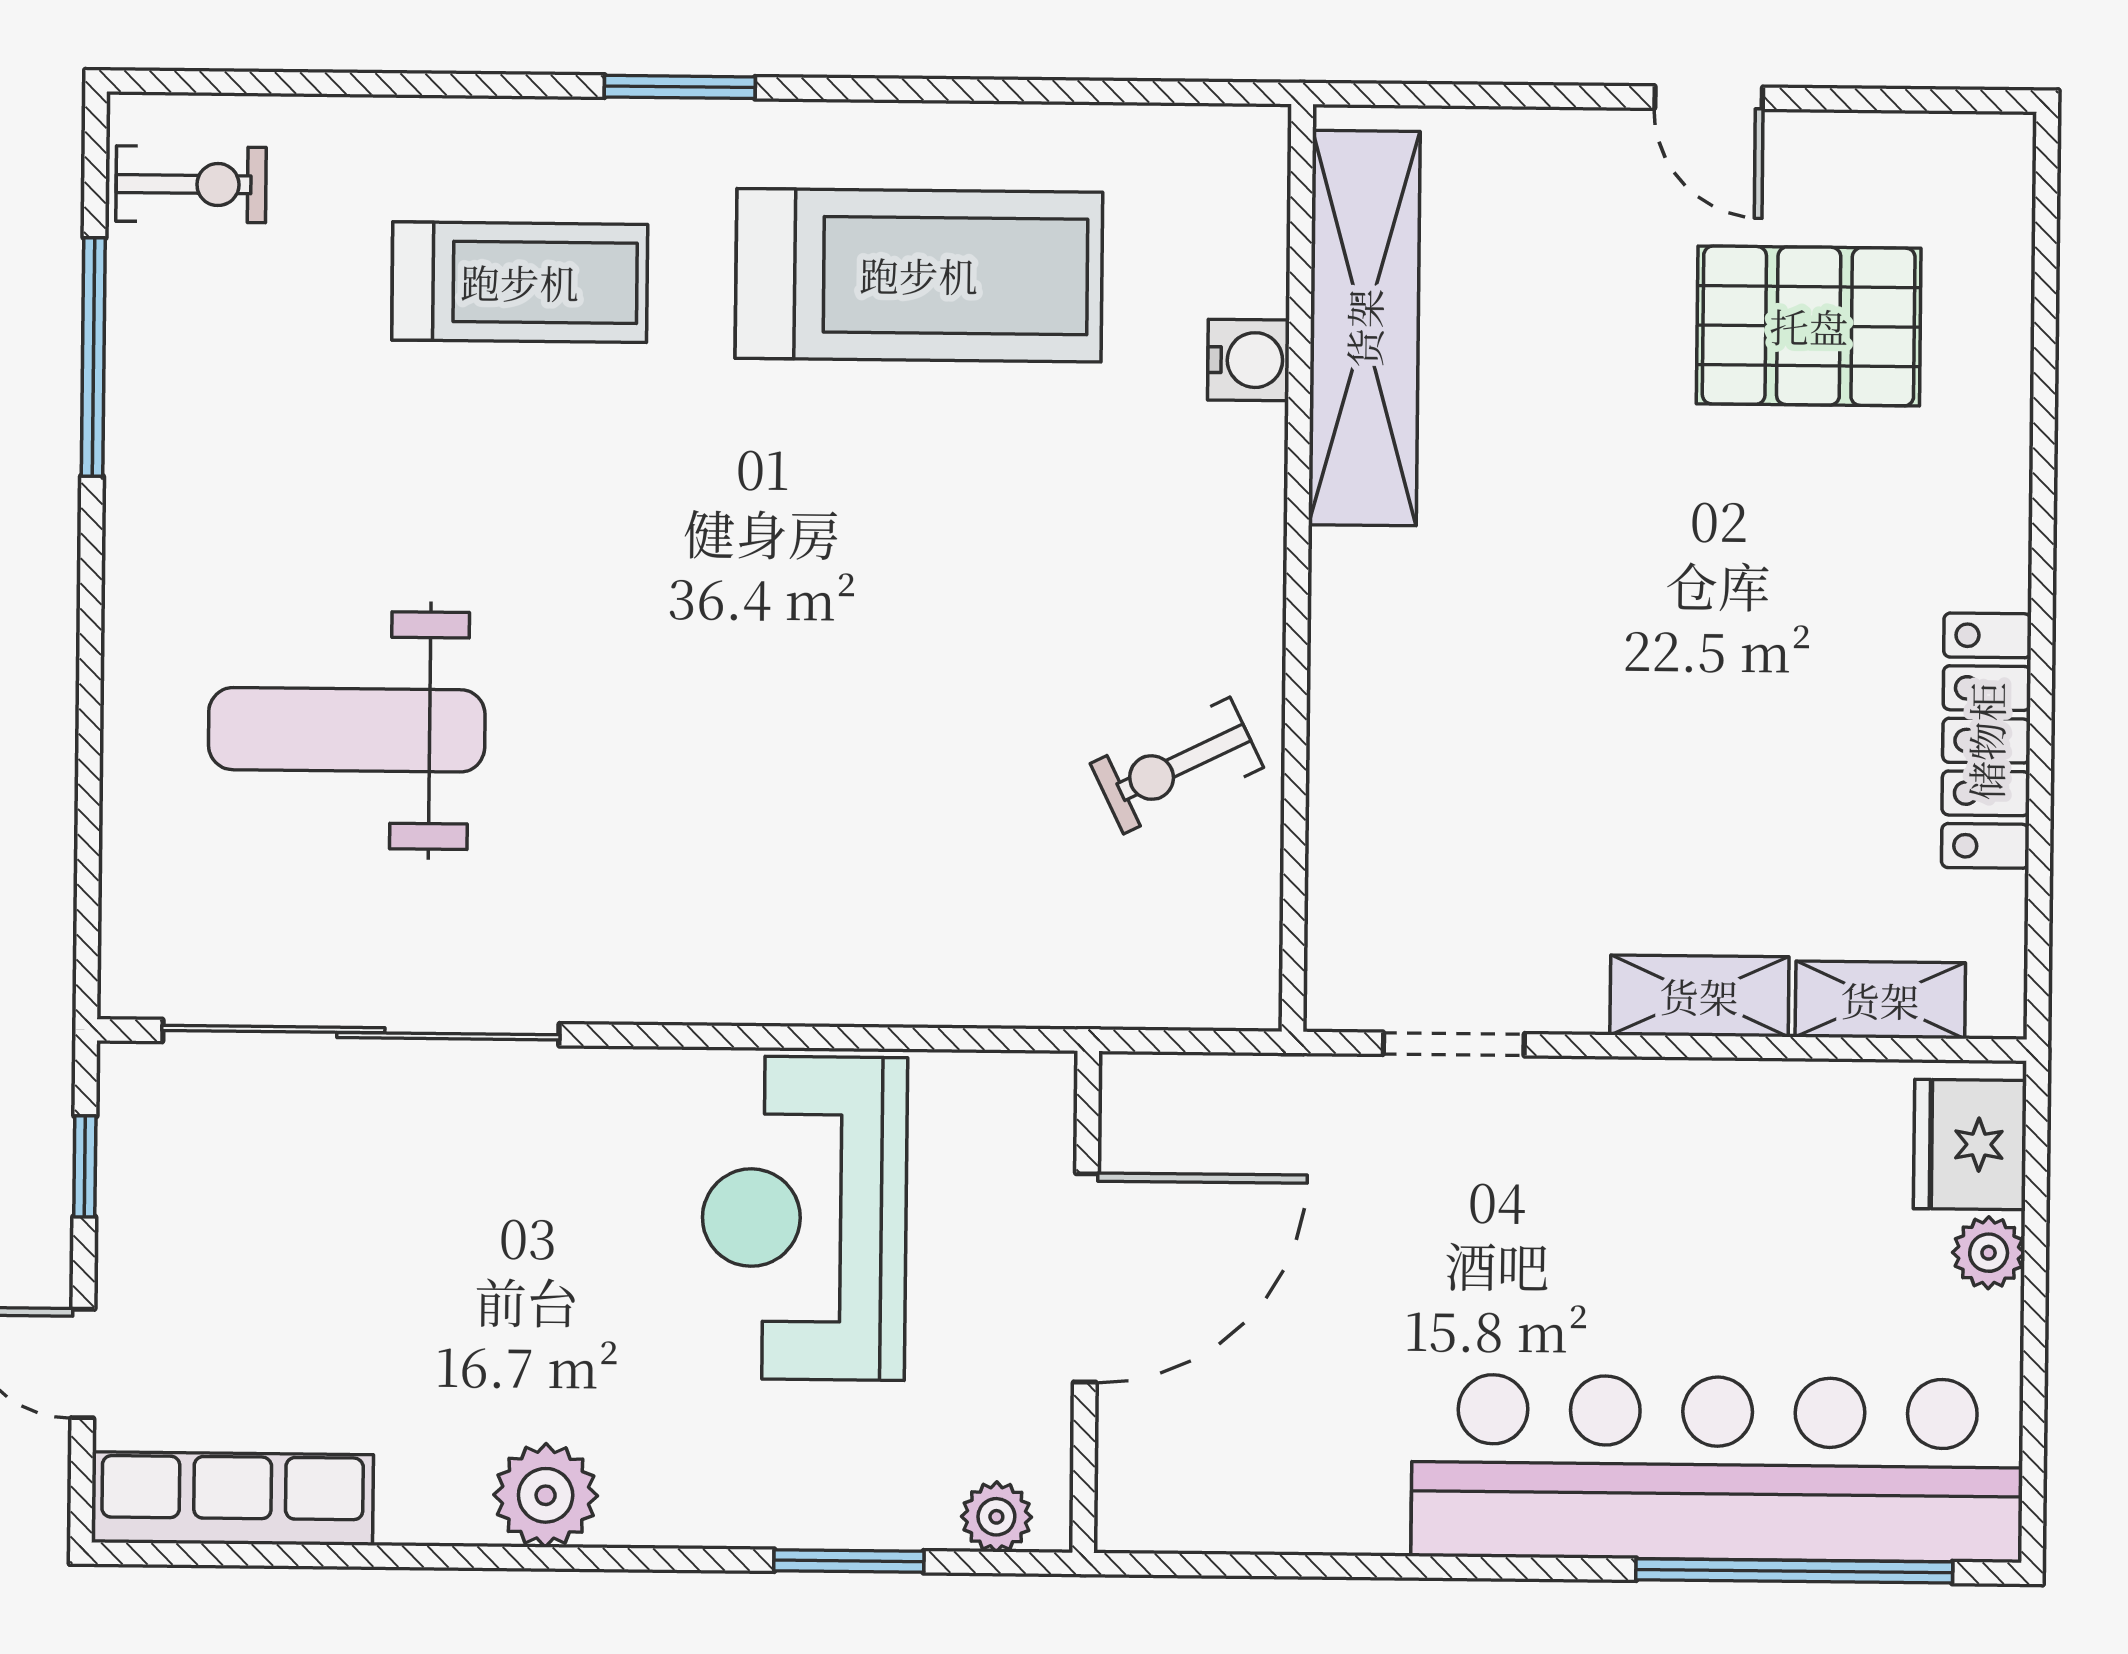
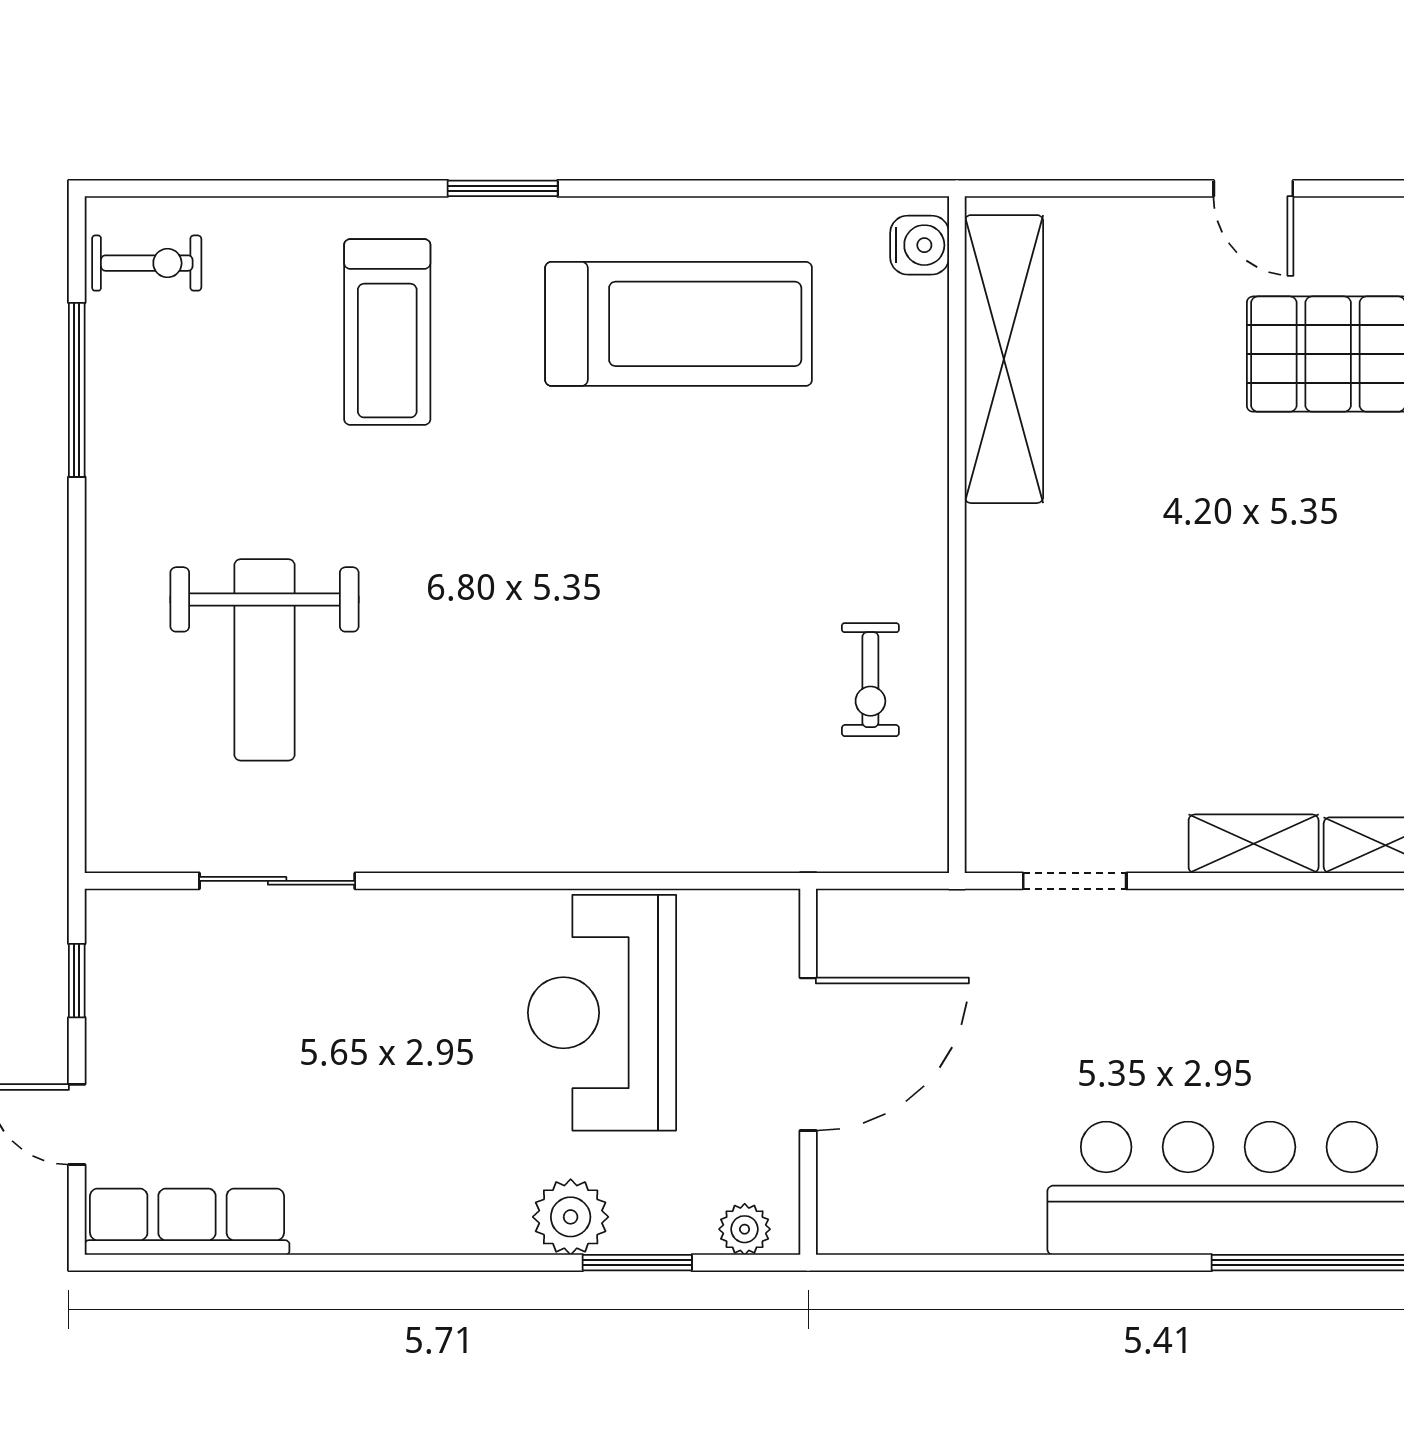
treadmill: (520, 282) -> (387, 332), turned 90
water cooler: (1248, 360) -> (920, 245), moved
weight bench: (347, 730) -> (264, 660), turned -90
exercise bike: (1177, 766) -> (870, 680), turned -64
sliding door: (361, 1033) -> (277, 881), width x0.54
plant: (546, 1495) -> (571, 1217), moved

